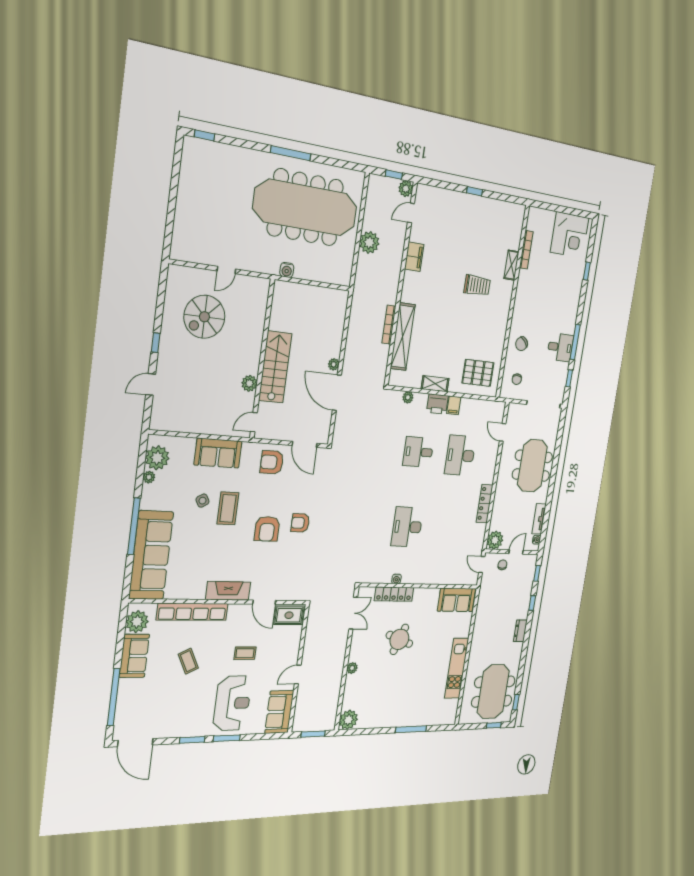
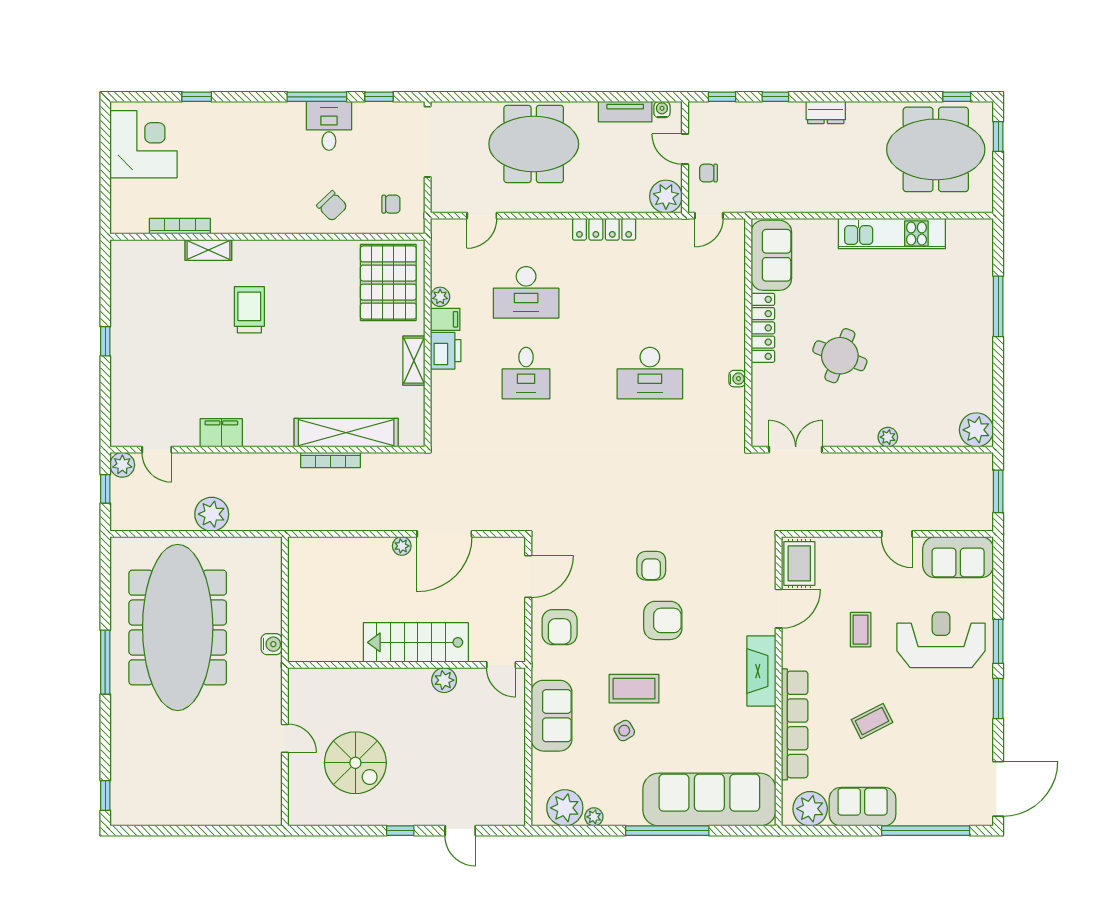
pallet: (478, 373) -> (388, 283), width x1.37, depth x1.41
plant: (408, 397) -> (440, 297), moved
locker: (394, 594) -> (763, 328), moved

